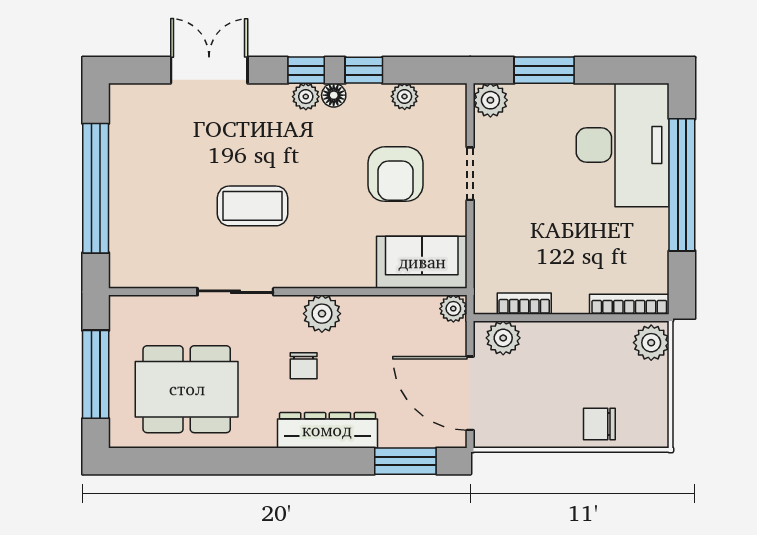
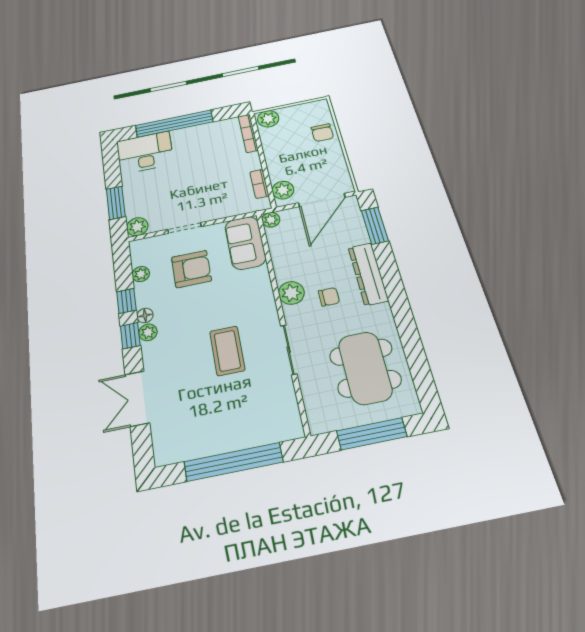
desk: (623, 145) -> (145, 152), width x0.73, depth x0.77

